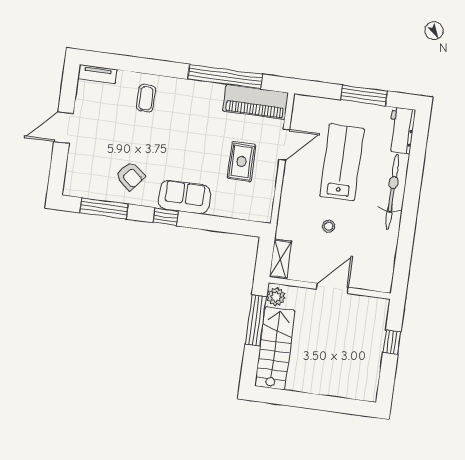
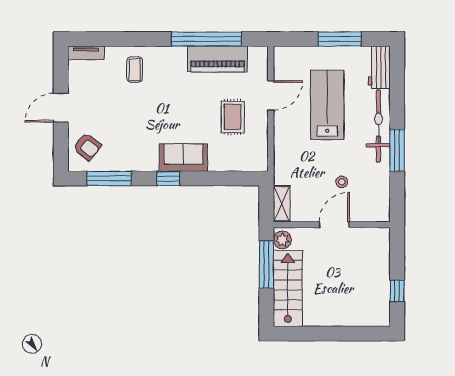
piano: (256, 102) -> (217, 59), moved
armchair: (130, 176) -> (87, 147), moved
window: (408, 220) -> (397, 150), added
stool: (329, 226) -> (342, 182), moved
window: (392, 342) -> (397, 291), moved

